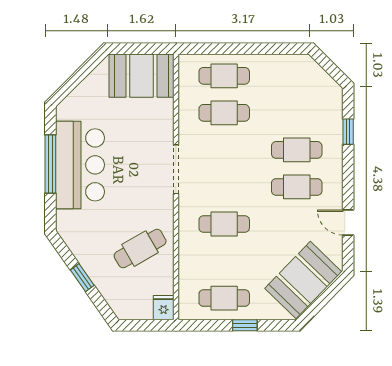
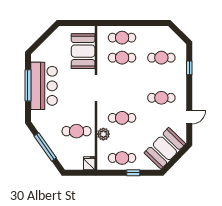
booth: (141, 76) -> (83, 51), moved, turned 90
cafe table: (297, 150) -> (161, 58), moved
door: (348, 222) -> (189, 117), swing flipped
cafe table: (140, 249) -> (77, 131), turned 30
plant: (190, 254) -> (103, 134), added
window: (82, 278) -> (45, 147), width x2.17

